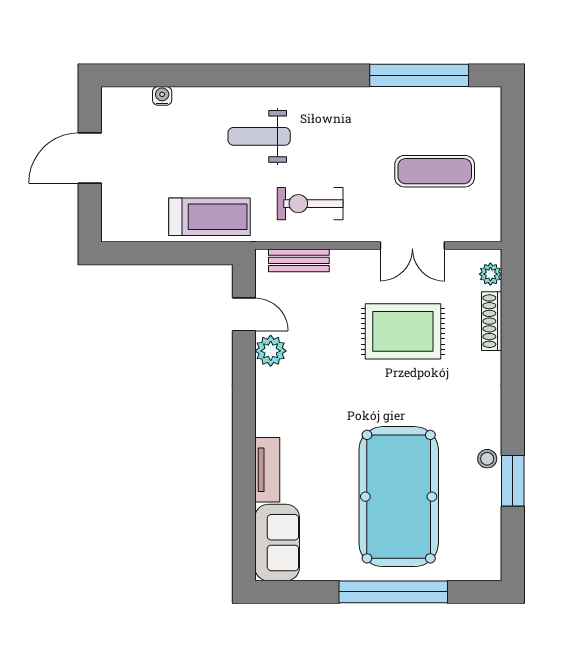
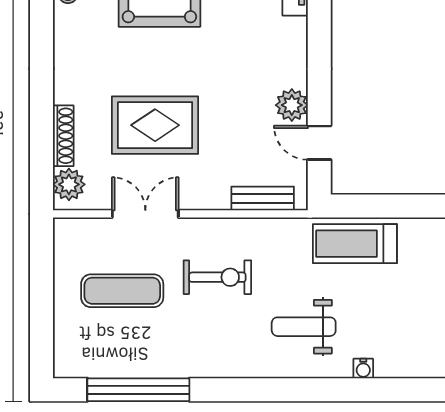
water cooler: (162, 96) -> (363, 369), moved
weight bench: (259, 136) -> (304, 327), turned 180
exercise bike: (310, 204) -> (217, 277), moved
plant: (490, 274) -> (69, 184), width x1.38, depth x1.38

